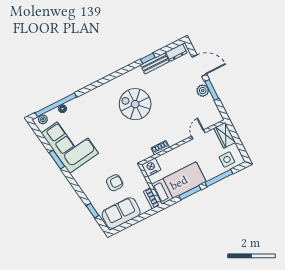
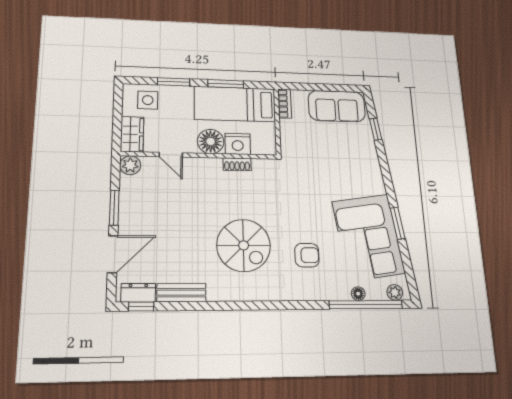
window: (148, 58) -> (141, 306), moved
door: (199, 66) -> (113, 254), swing flipped
plant: (203, 91) -> (130, 165), moved
door: (198, 134) -> (171, 155), hinge flipped
floor lamp: (181, 153) -> (211, 141), added
nightstand: (151, 167) -> (238, 144), moved
window: (219, 178) -> (174, 82), width x0.69
armchair: (115, 183) -> (307, 255), moved, turned 180

